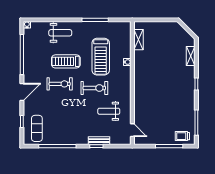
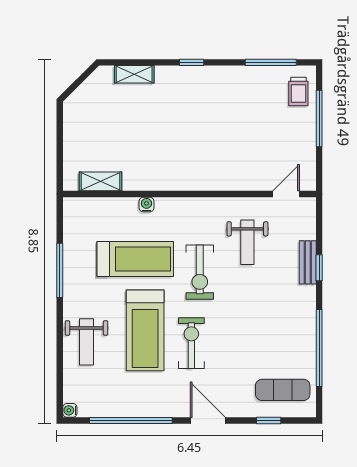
weight bench: (60, 33) -> (86, 342), turned 180
treadmill: (66, 61) -> (145, 330), width x1.37, depth x1.38
exercise bike: (94, 88) -> (200, 272), turned 180

